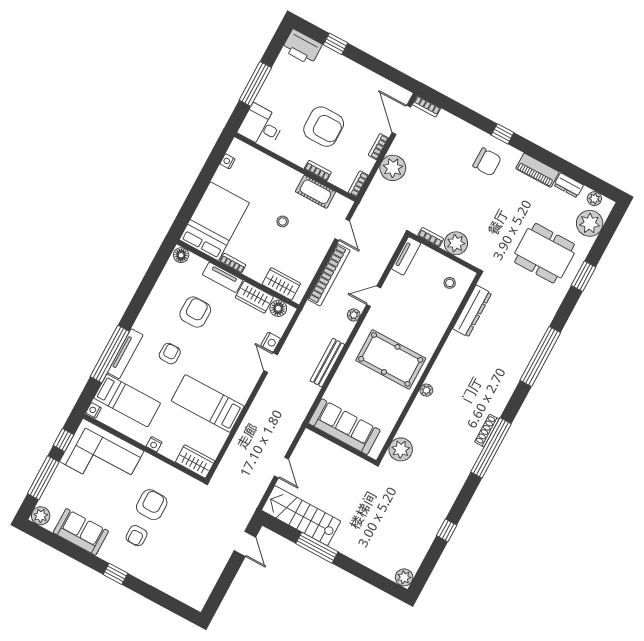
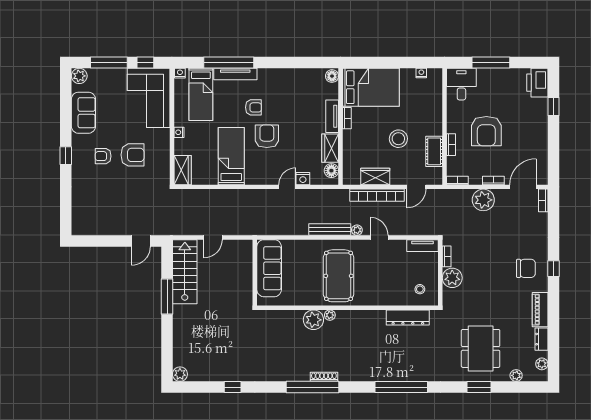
chair: (487, 162) -> (526, 268), turned -90
stool: (283, 221) -> (398, 139), width x1.89, depth x1.89
plant: (590, 223) -> (516, 375), width x0.53, depth x0.53
wardrobe: (281, 284) -> (375, 176), moved, turned -90
armchair: (195, 312) -> (267, 136), moved, turned -90
bench: (327, 363) -> (330, 230), moved
plant: (401, 449) -> (313, 320), moved

